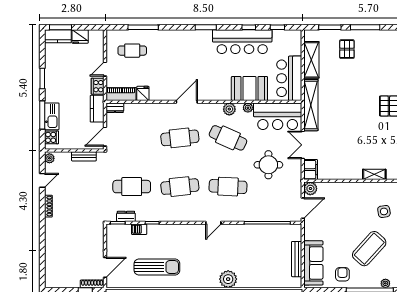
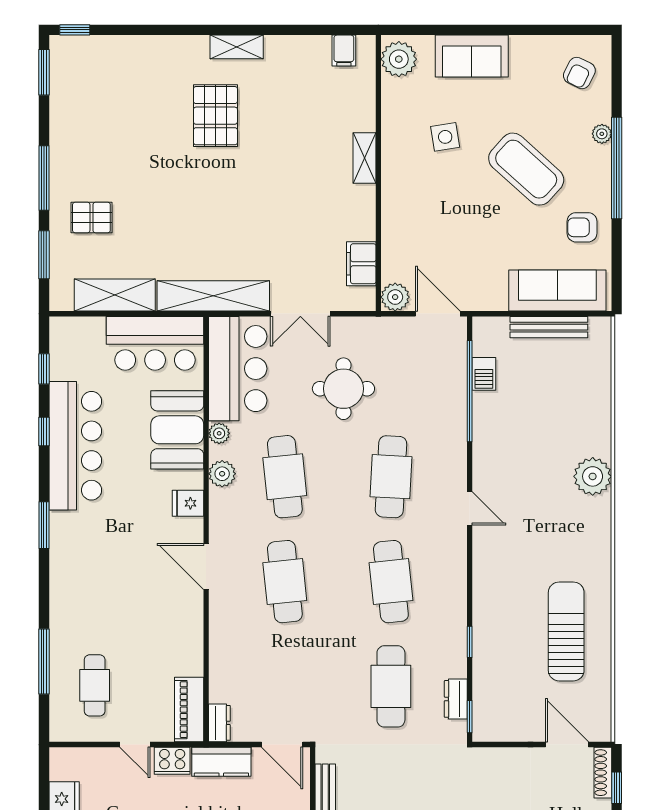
fridge: (143, 93) -> (188, 503), moved
cafe table: (228, 138) -> (285, 477), turned -30
filing cabinet: (311, 170) -> (361, 264), moved, turned -90
barbecue: (139, 229) -> (484, 374), moved

